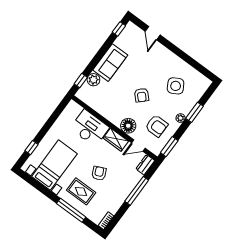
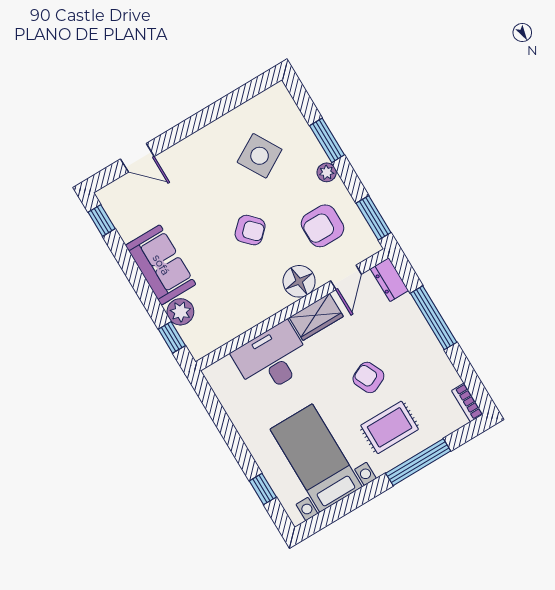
armchair: (157, 126) -> (322, 226), turned 180

